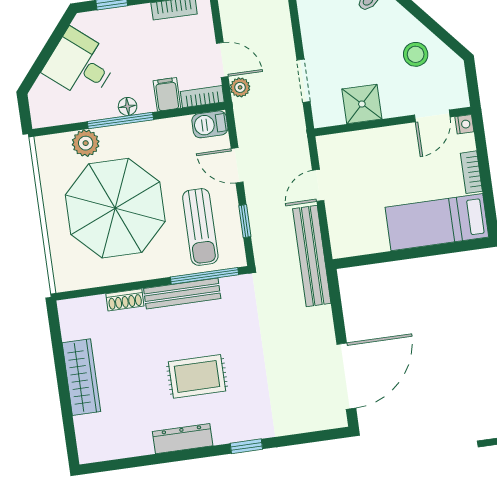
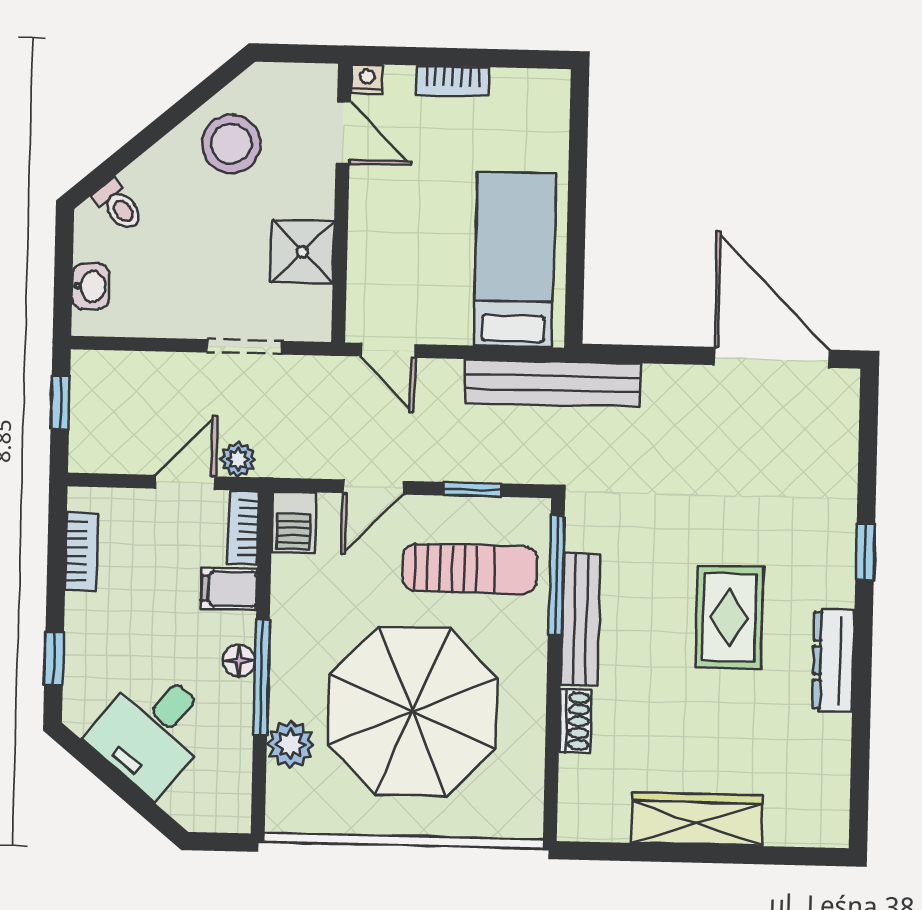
stool: (416, 54) -> (231, 144), width x1.38, depth x1.38
door: (318, 185) -> (388, 350), moved
bed: (437, 222) -> (515, 260), moved, turned 180

